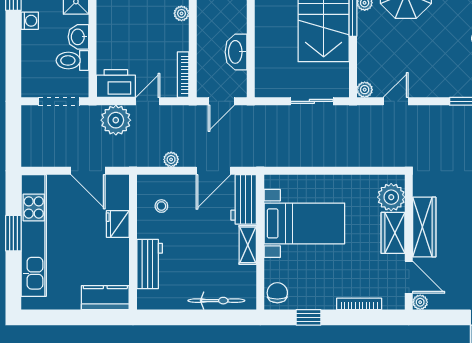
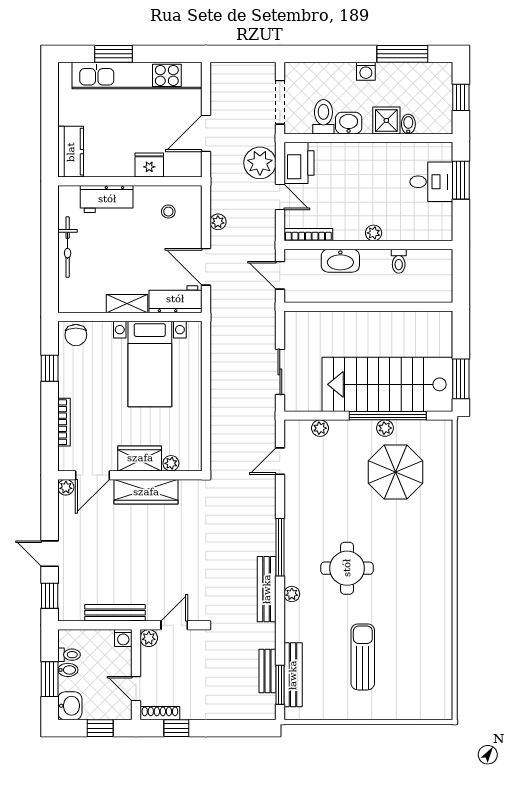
washbasin: (236, 52) -> (340, 261), moved, turned 180
plant: (365, 90) -> (320, 428), moved
door: (396, 101) -> (280, 461), swing flipped
plant: (391, 197) -> (171, 463), width x0.53, depth x0.53
window: (13, 233) -> (114, 54), moved
chair: (277, 293) -> (76, 335), turned 90
bicycle: (216, 301) -> (68, 247), moved

